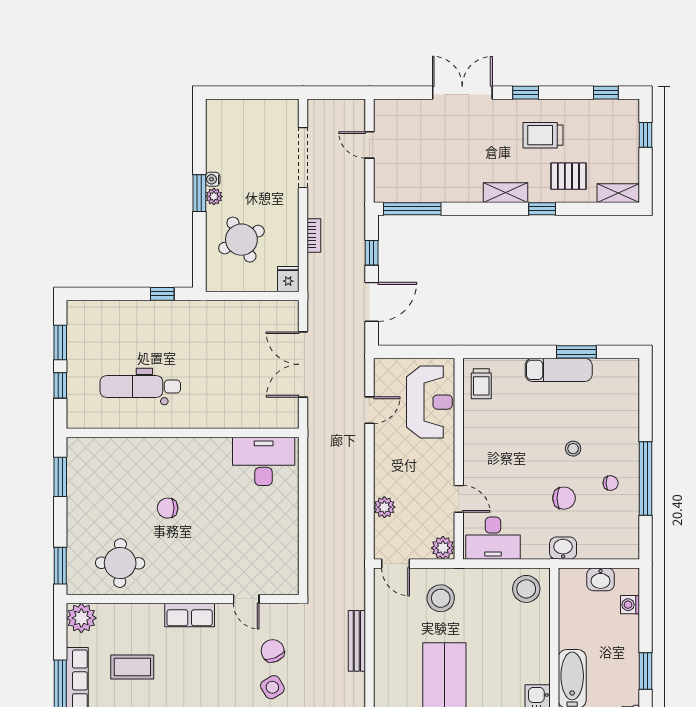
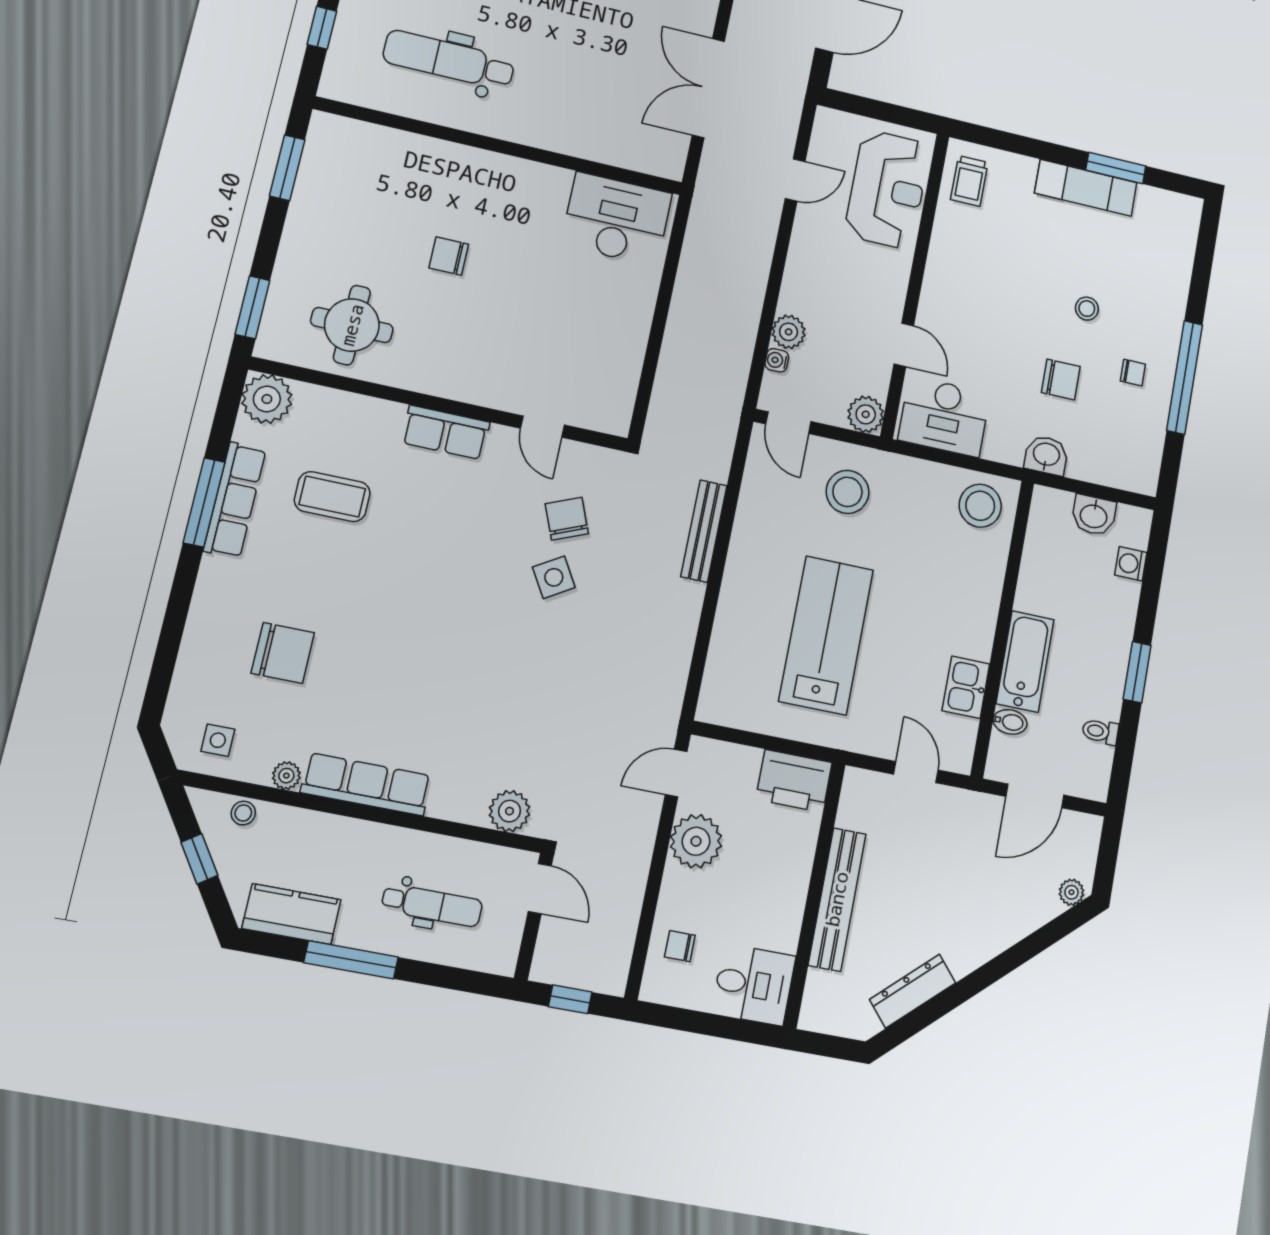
water cooler: (381, 527) -> (777, 360), added

